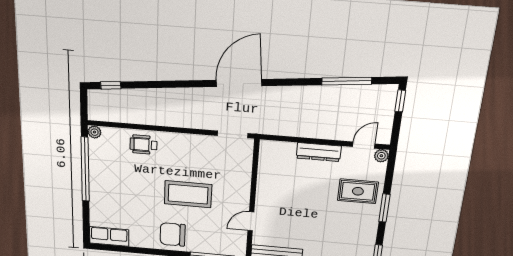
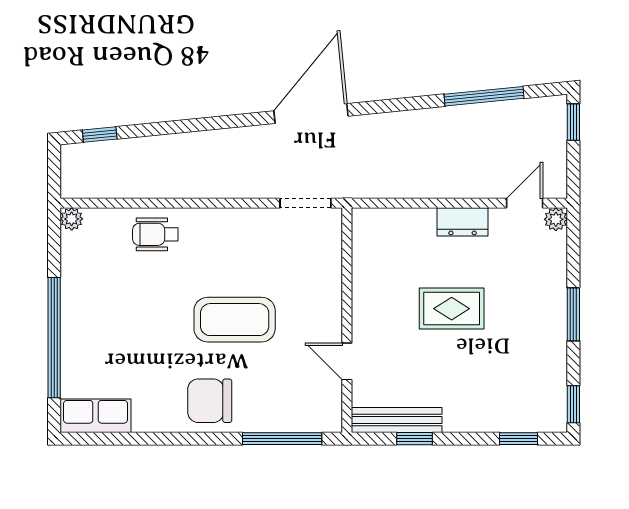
dresser: (319, 152) -> (463, 222), width x0.70
window: (85, 169) -> (54, 338), moved
rug: (358, 191) -> (452, 309), moved
door: (251, 221) -> (347, 361), hinge flipped

